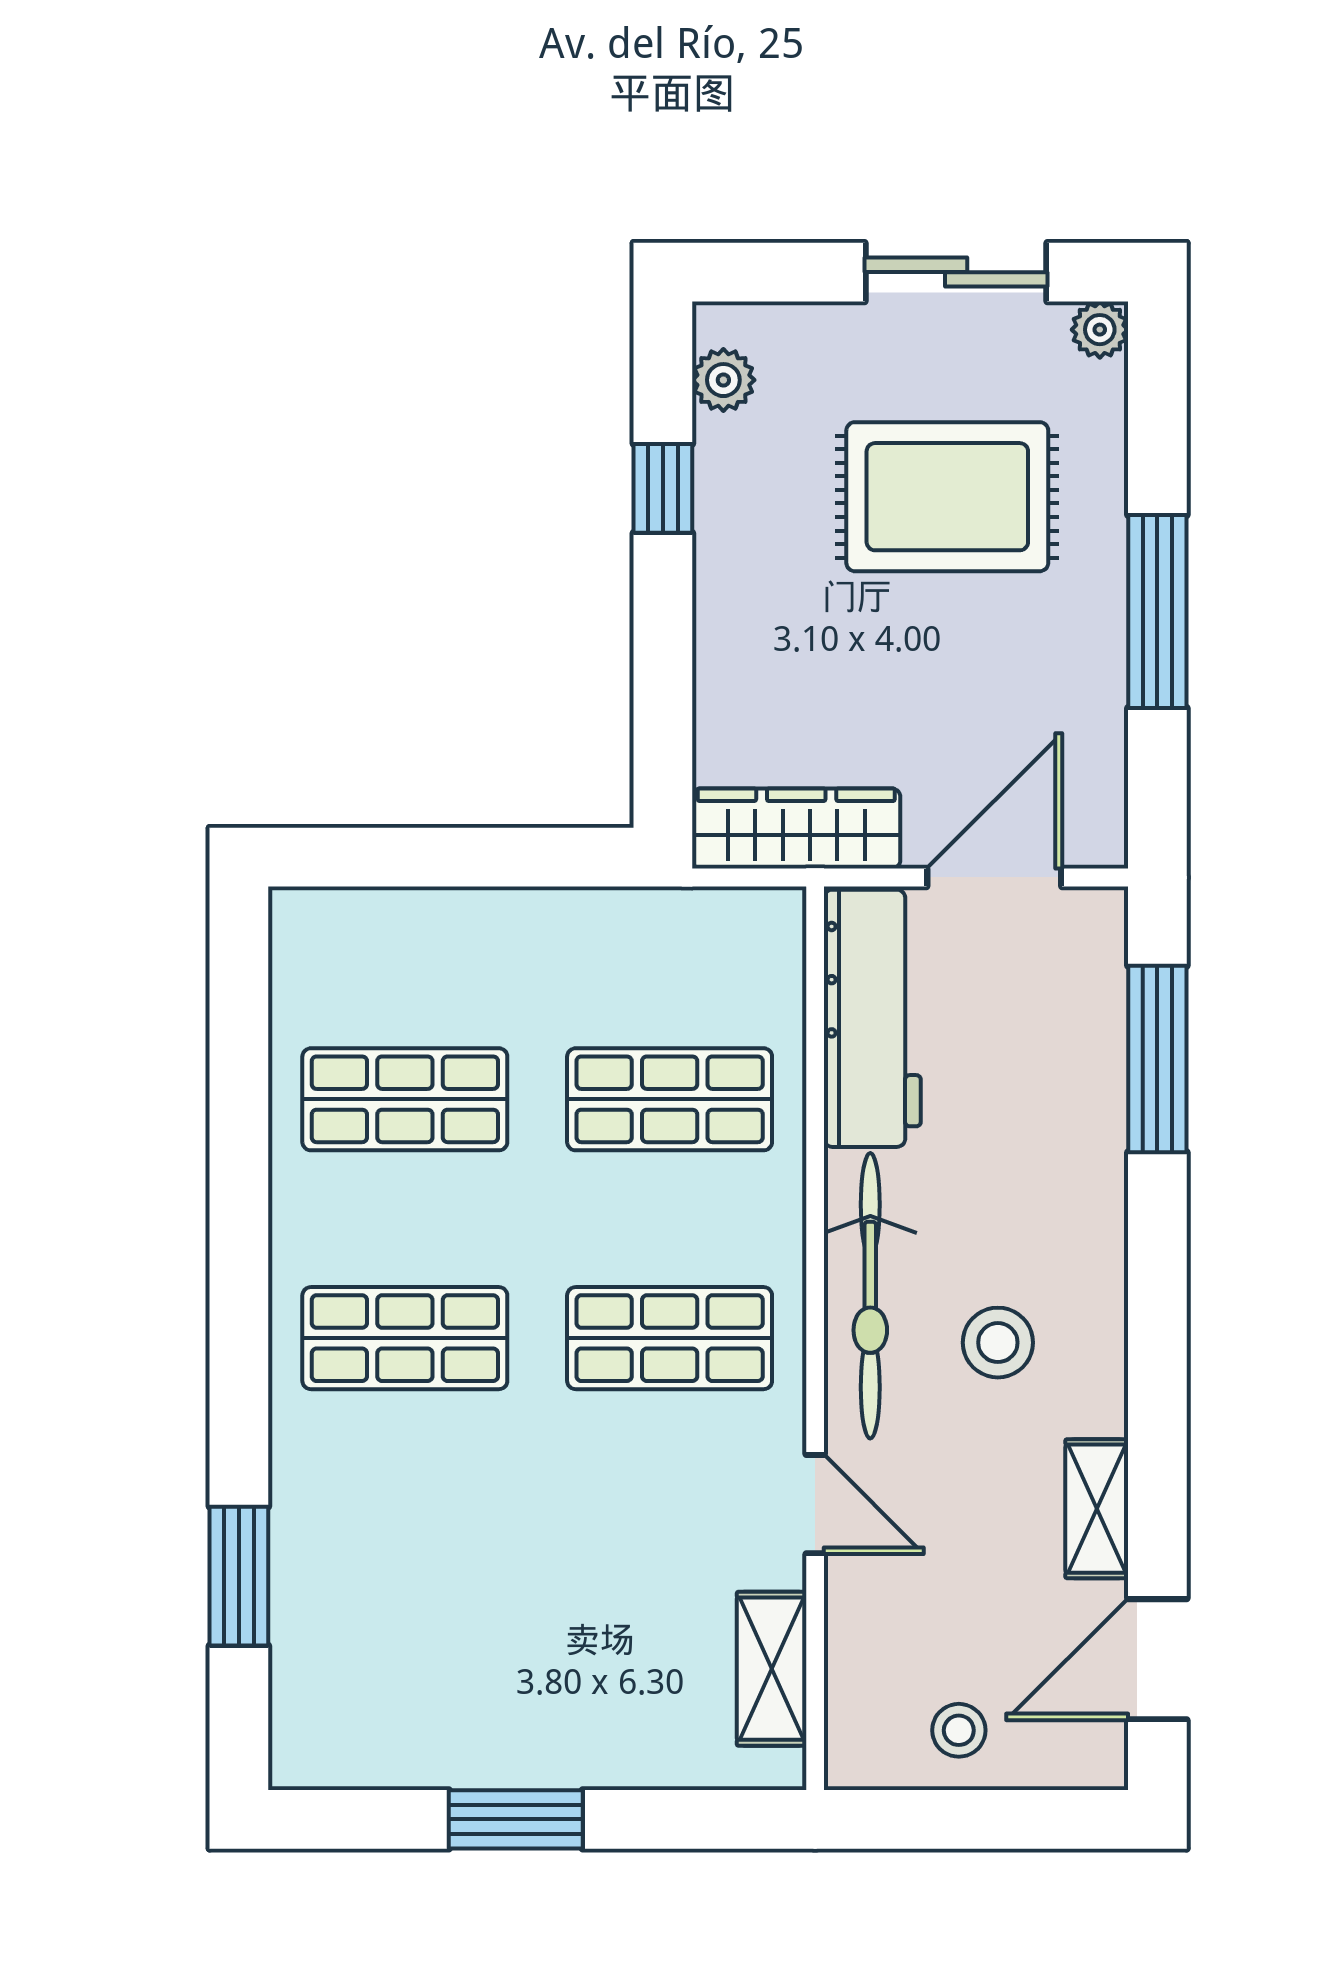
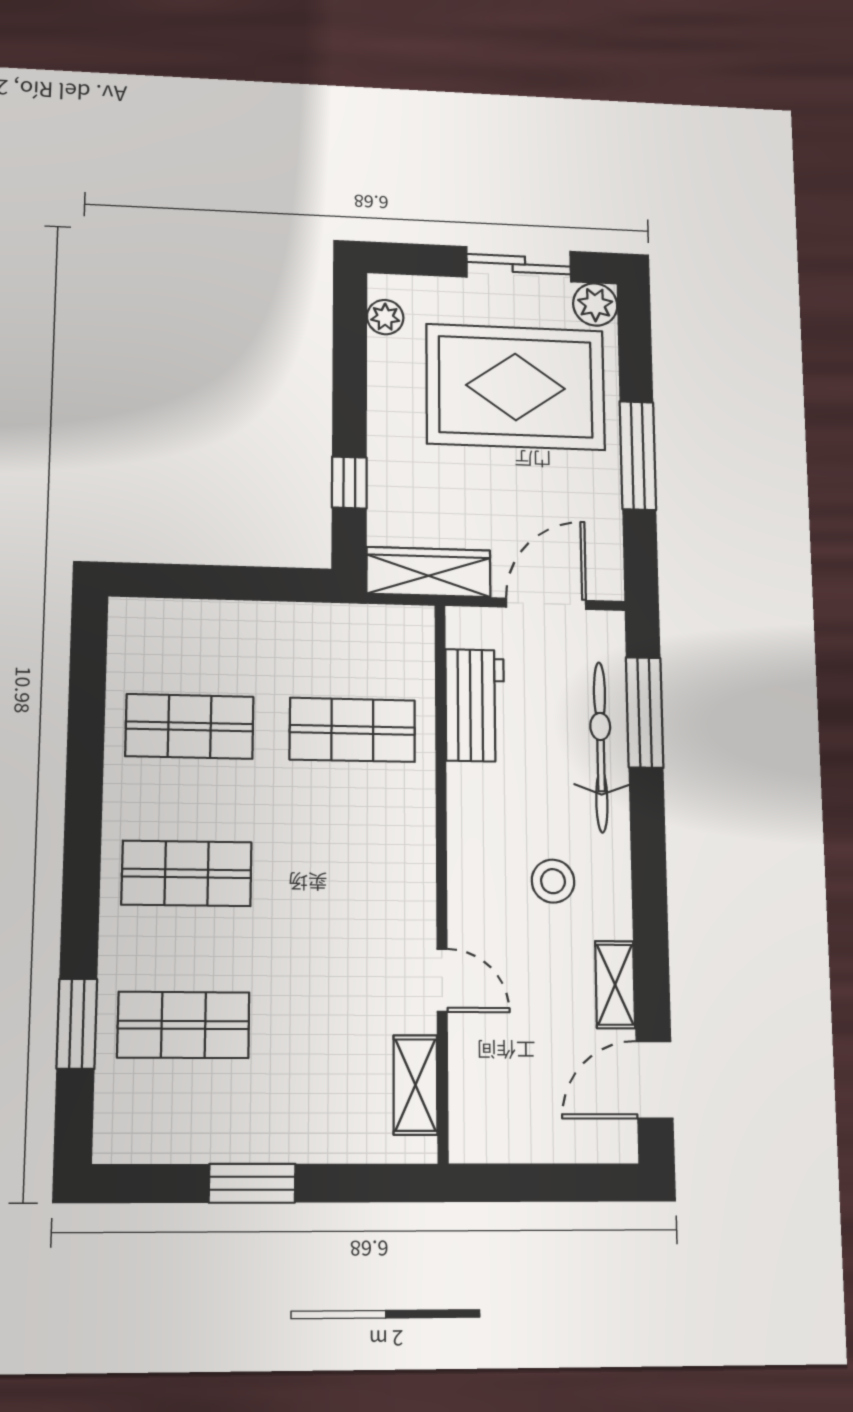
plant: (1100, 330) -> (595, 304), width x1.38, depth x1.38
window: (663, 488) -> (349, 483), moved
rug: (947, 497) -> (515, 387), width x1.37, depth x1.44
workbench: (872, 1018) -> (475, 705), width x0.73
bicycle: (870, 1296) -> (601, 747), moved, turned 180
shop shelf: (670, 1338) -> (184, 1025), moved
stool: (959, 1730) -> (533, 1125), removed

